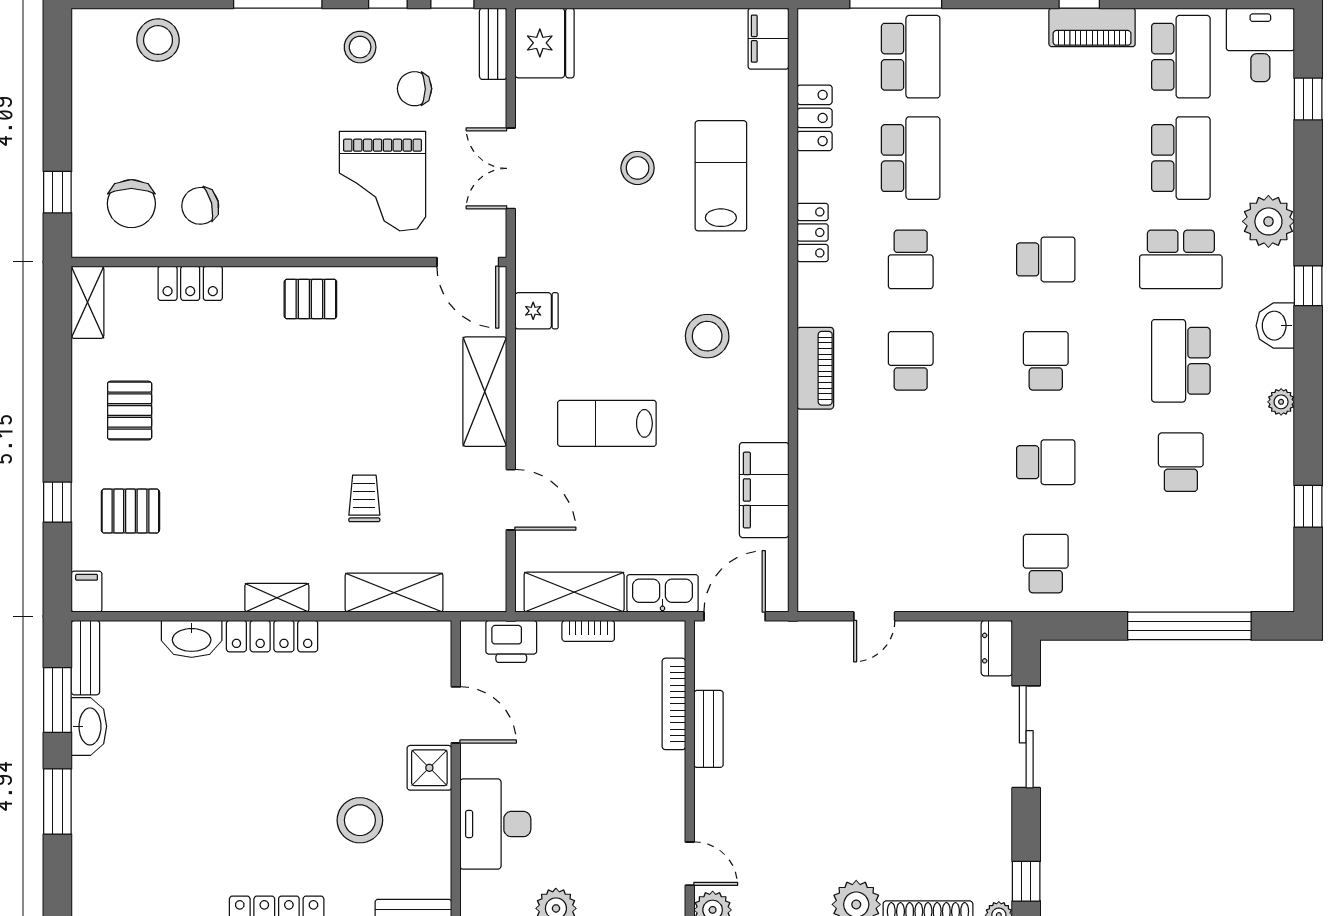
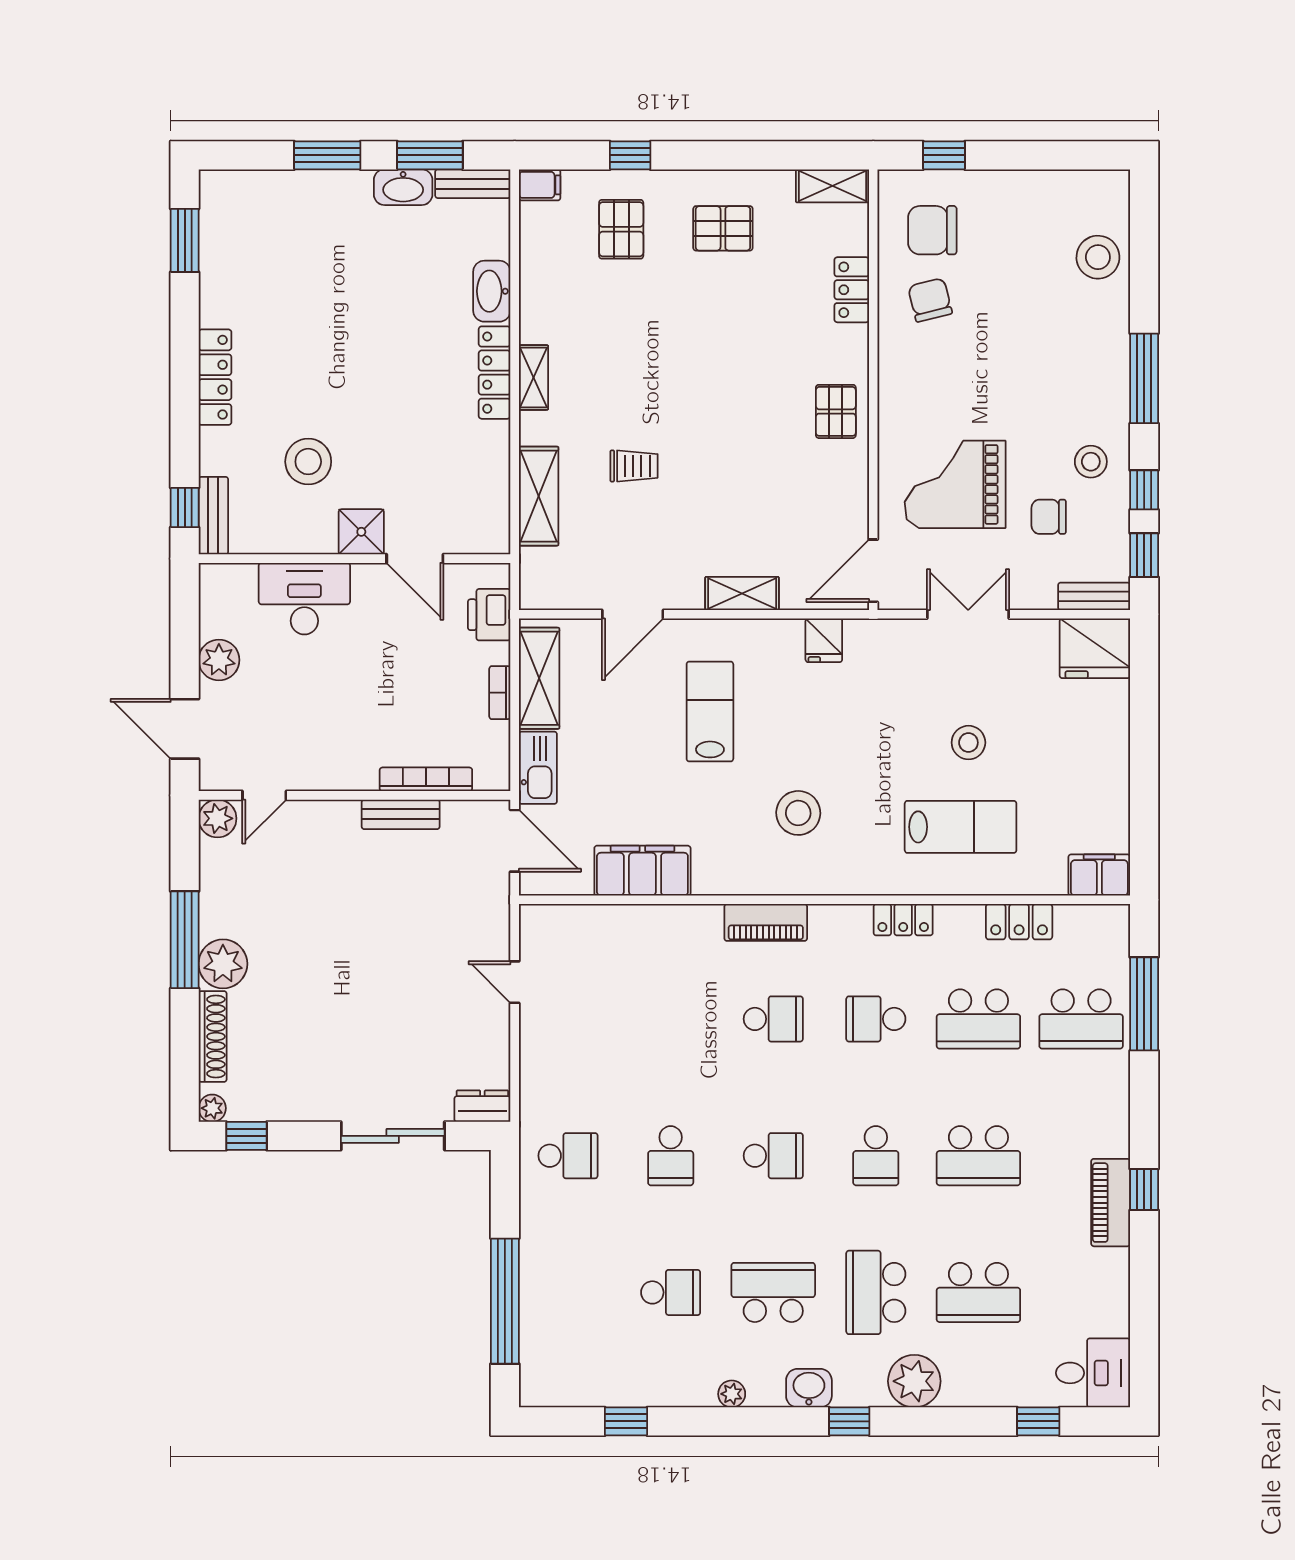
school desk: (1181, 57) -> (978, 1156), moved
chair: (415, 89) -> (1049, 517), turned -90
shelving: (485, 392) -> (742, 593), width x0.67, depth x0.75
door: (456, 715) -> (415, 559), hinge flipped

